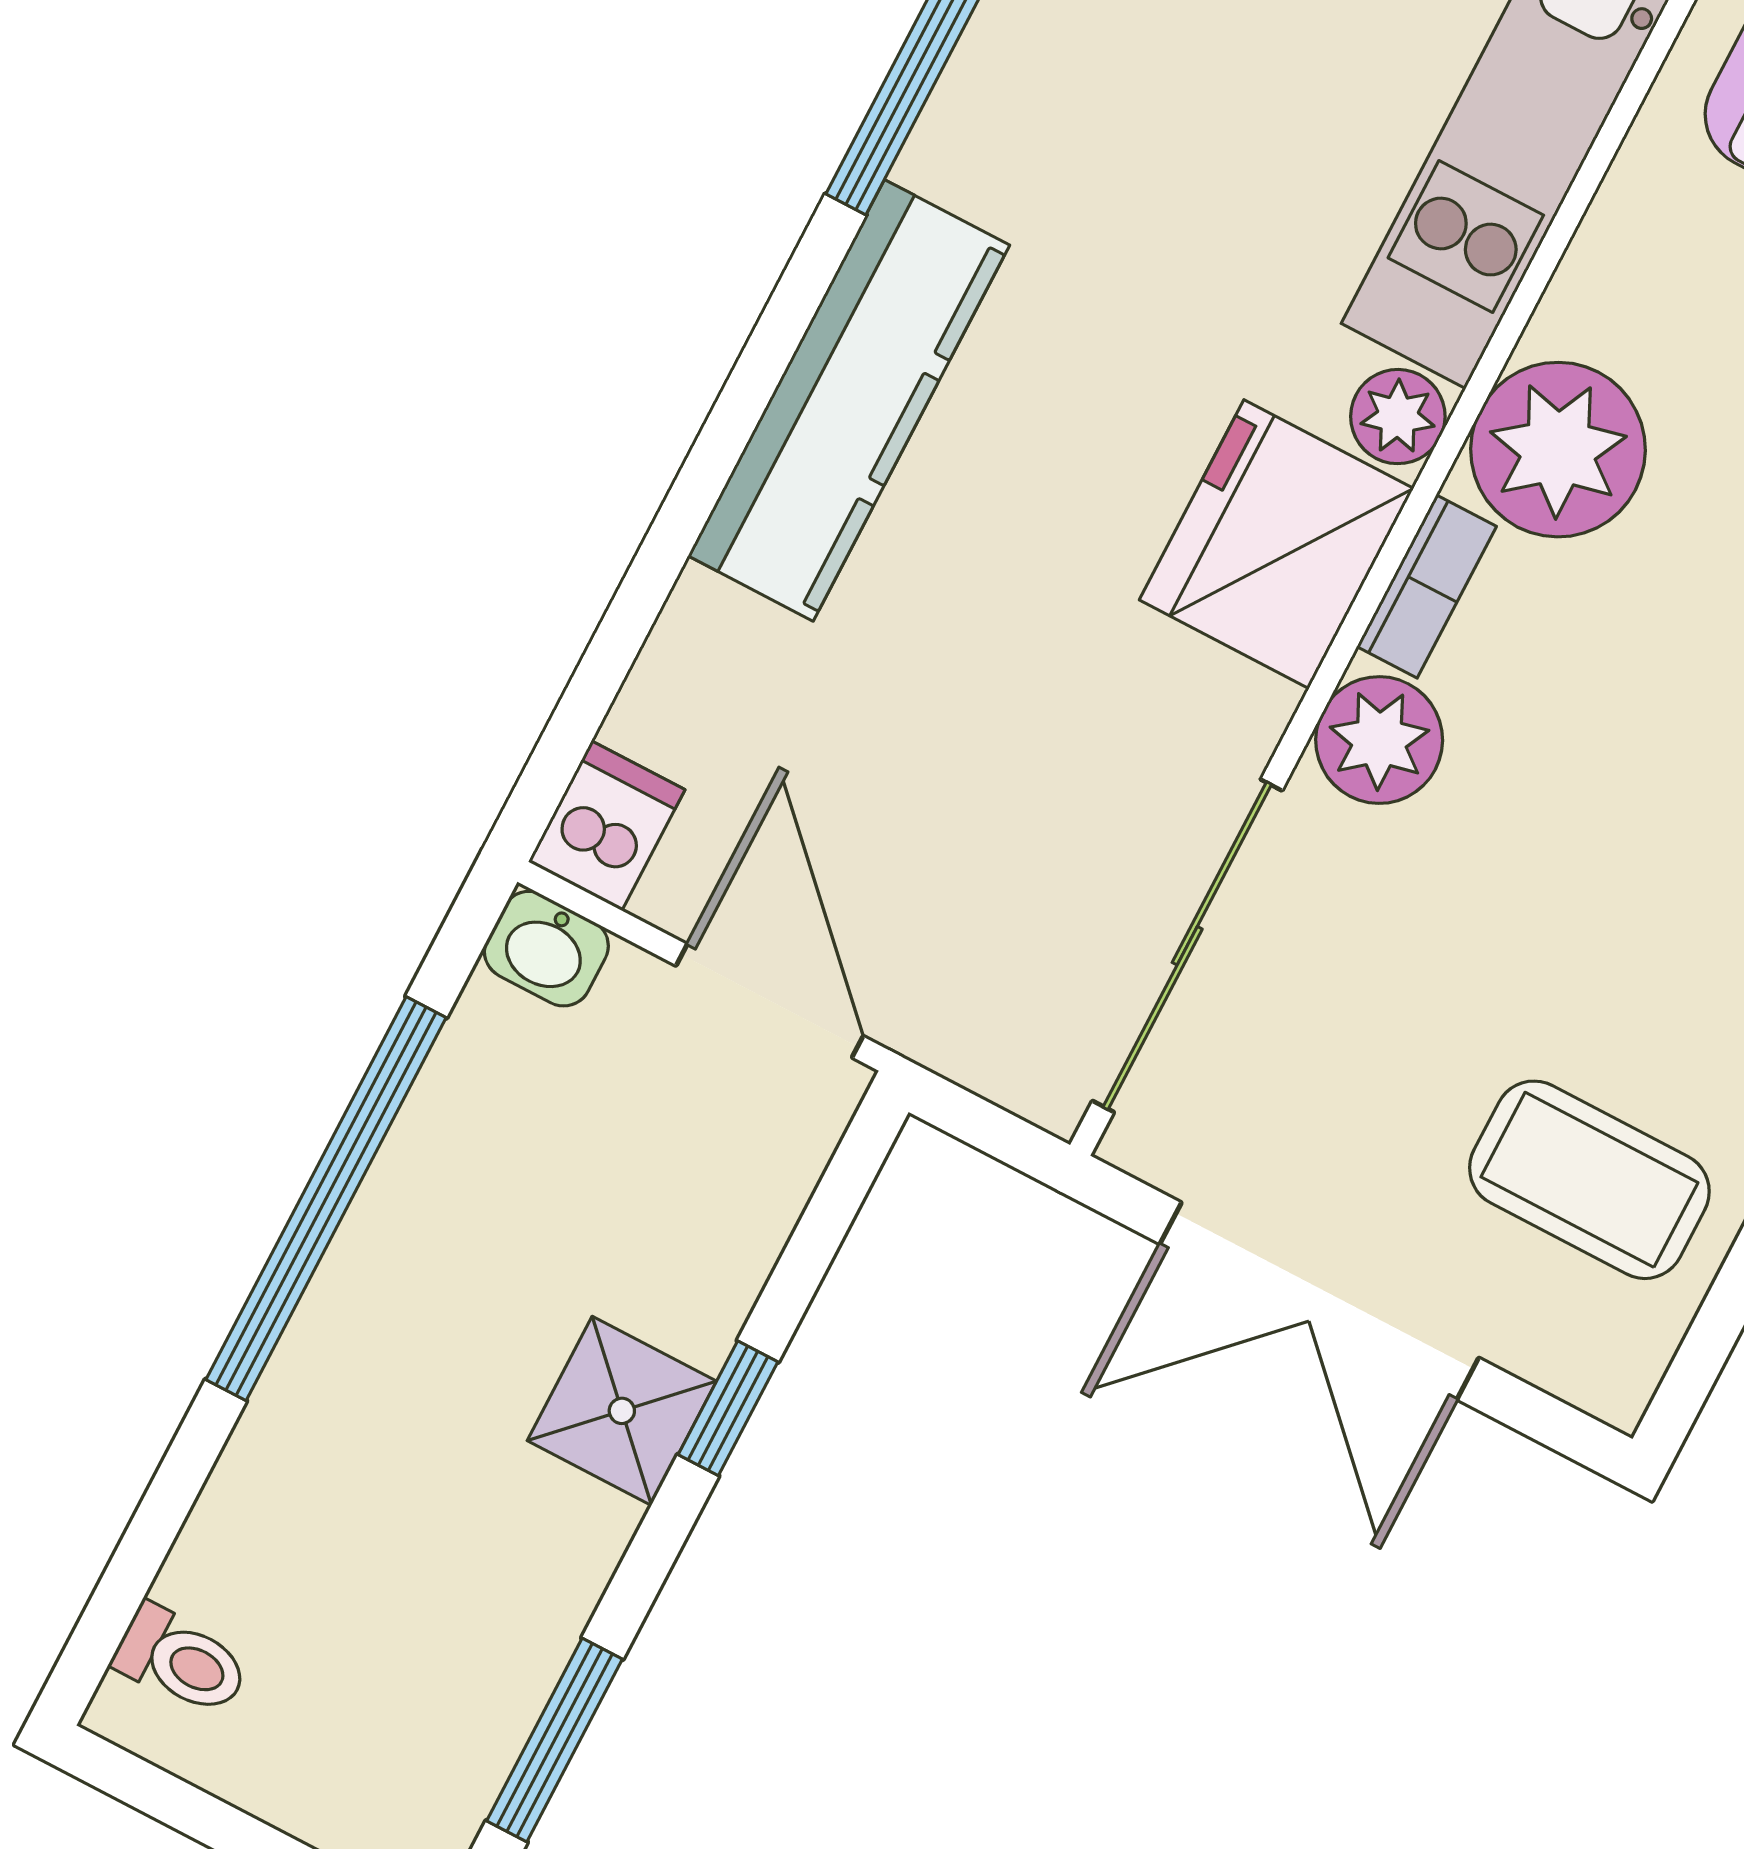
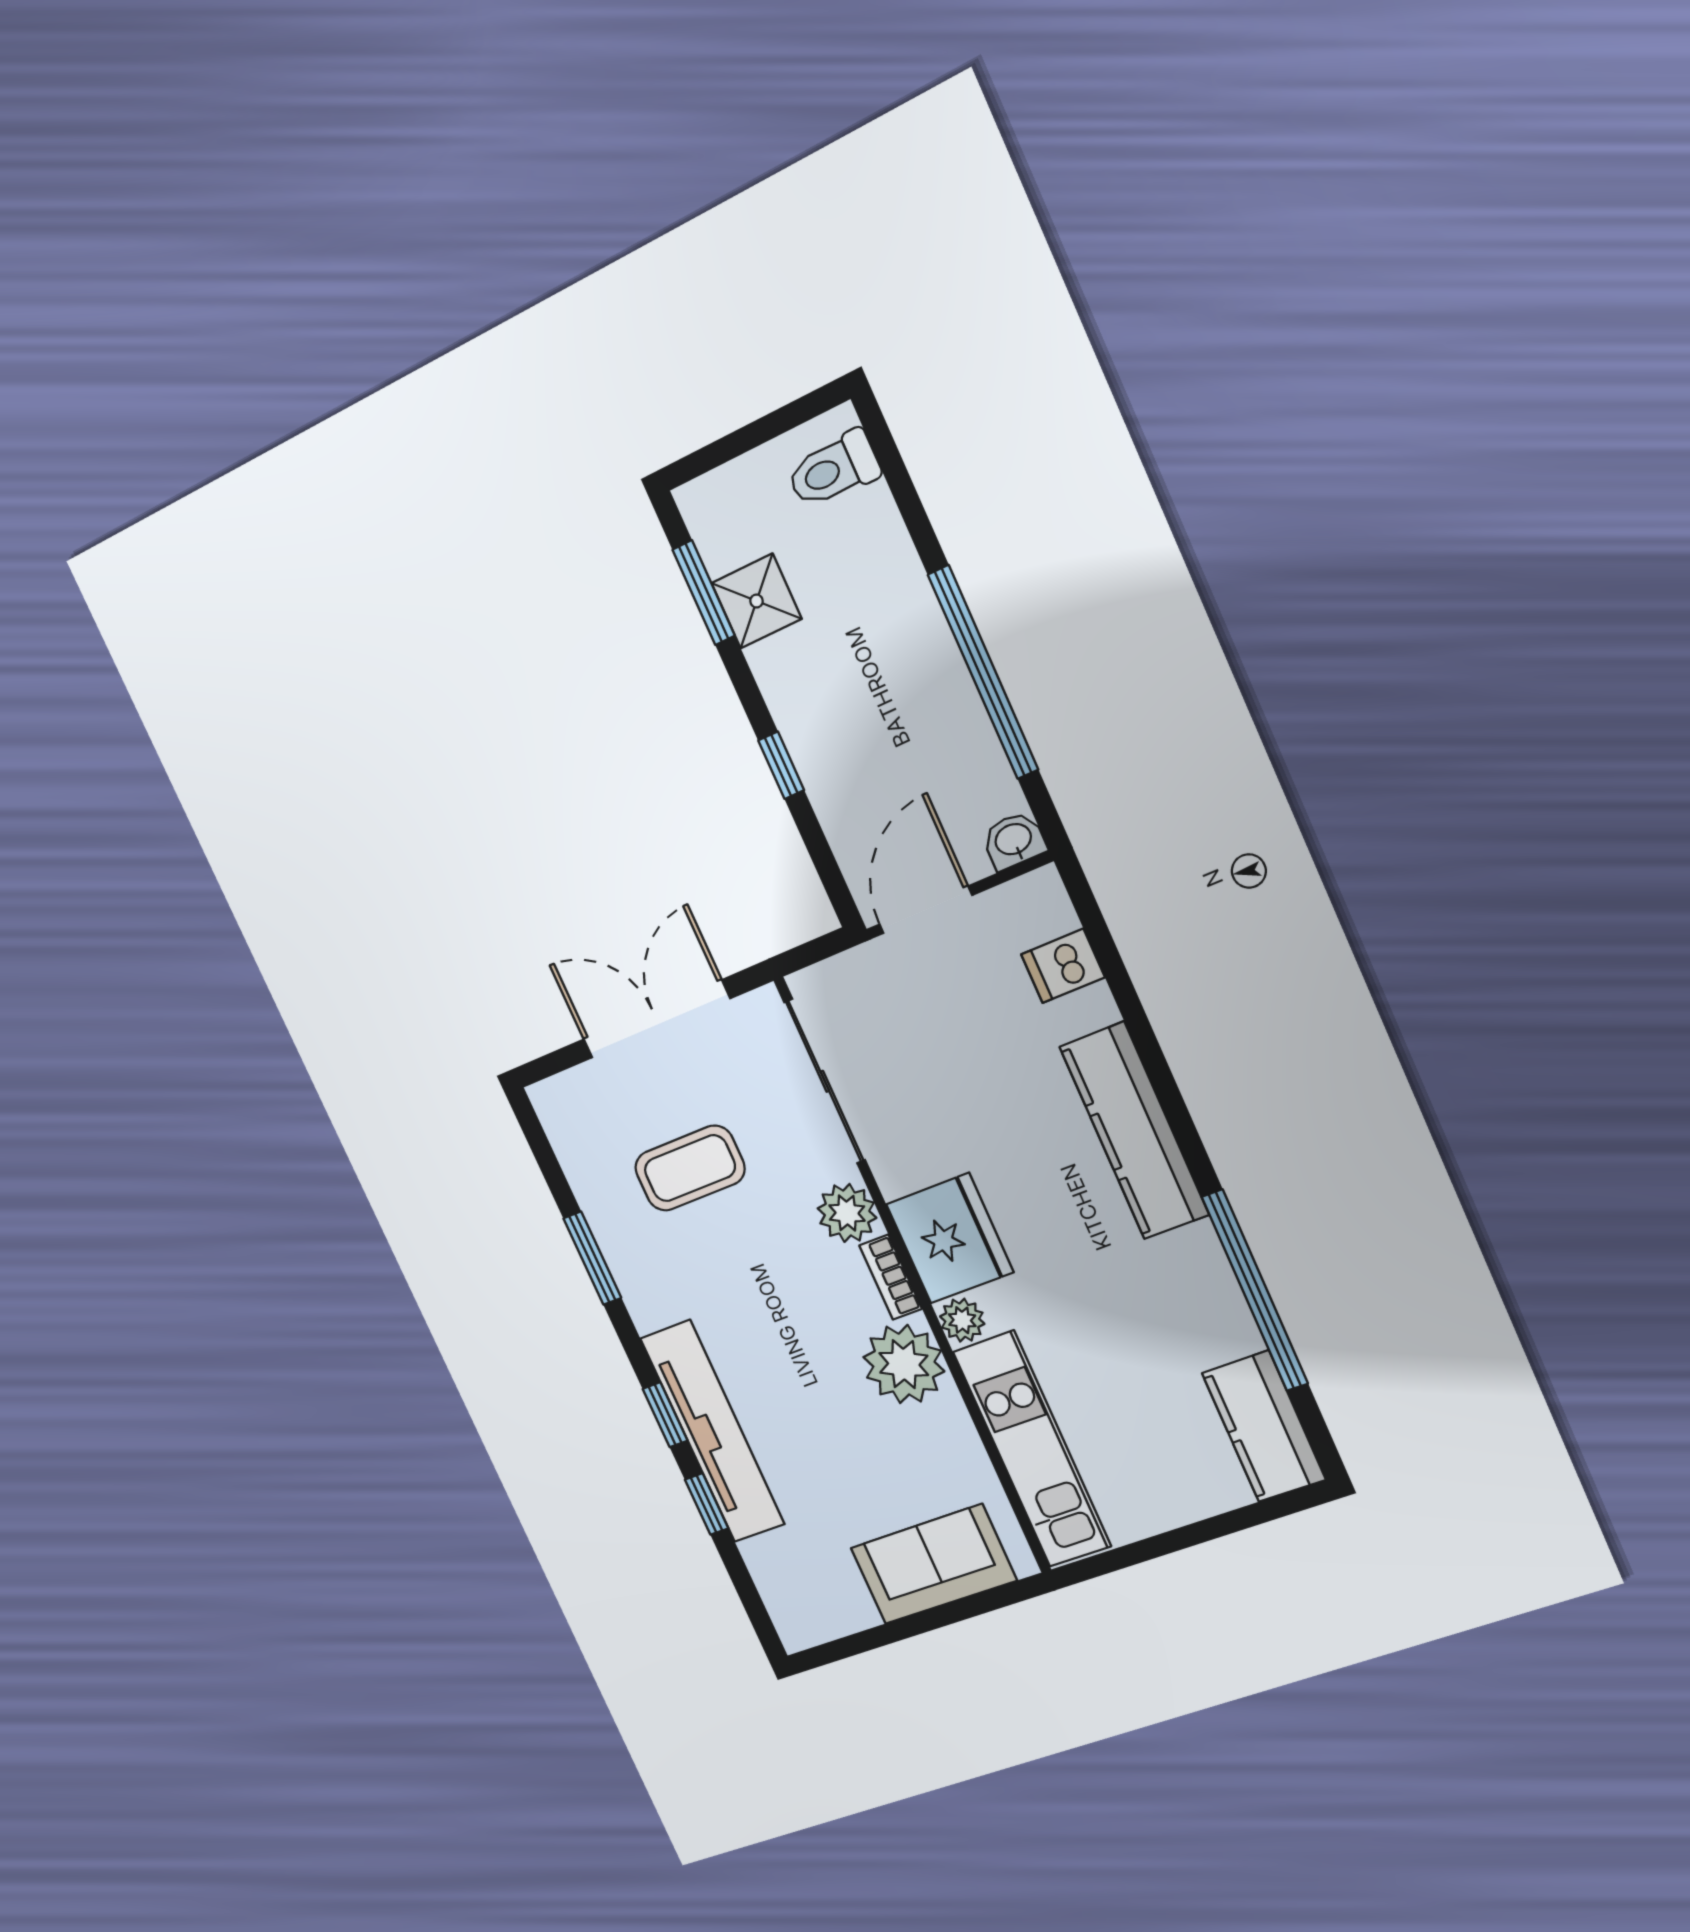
dishwasher: (606, 826) -> (1063, 966), moved, turned 90
door: (770, 1001) -> (926, 910), swing flipped
coffee table: (1589, 1180) -> (690, 1168), moved
shower: (622, 1411) -> (757, 601), moved
toilet: (181, 1661) -> (833, 470), width x1.37, depth x1.39

